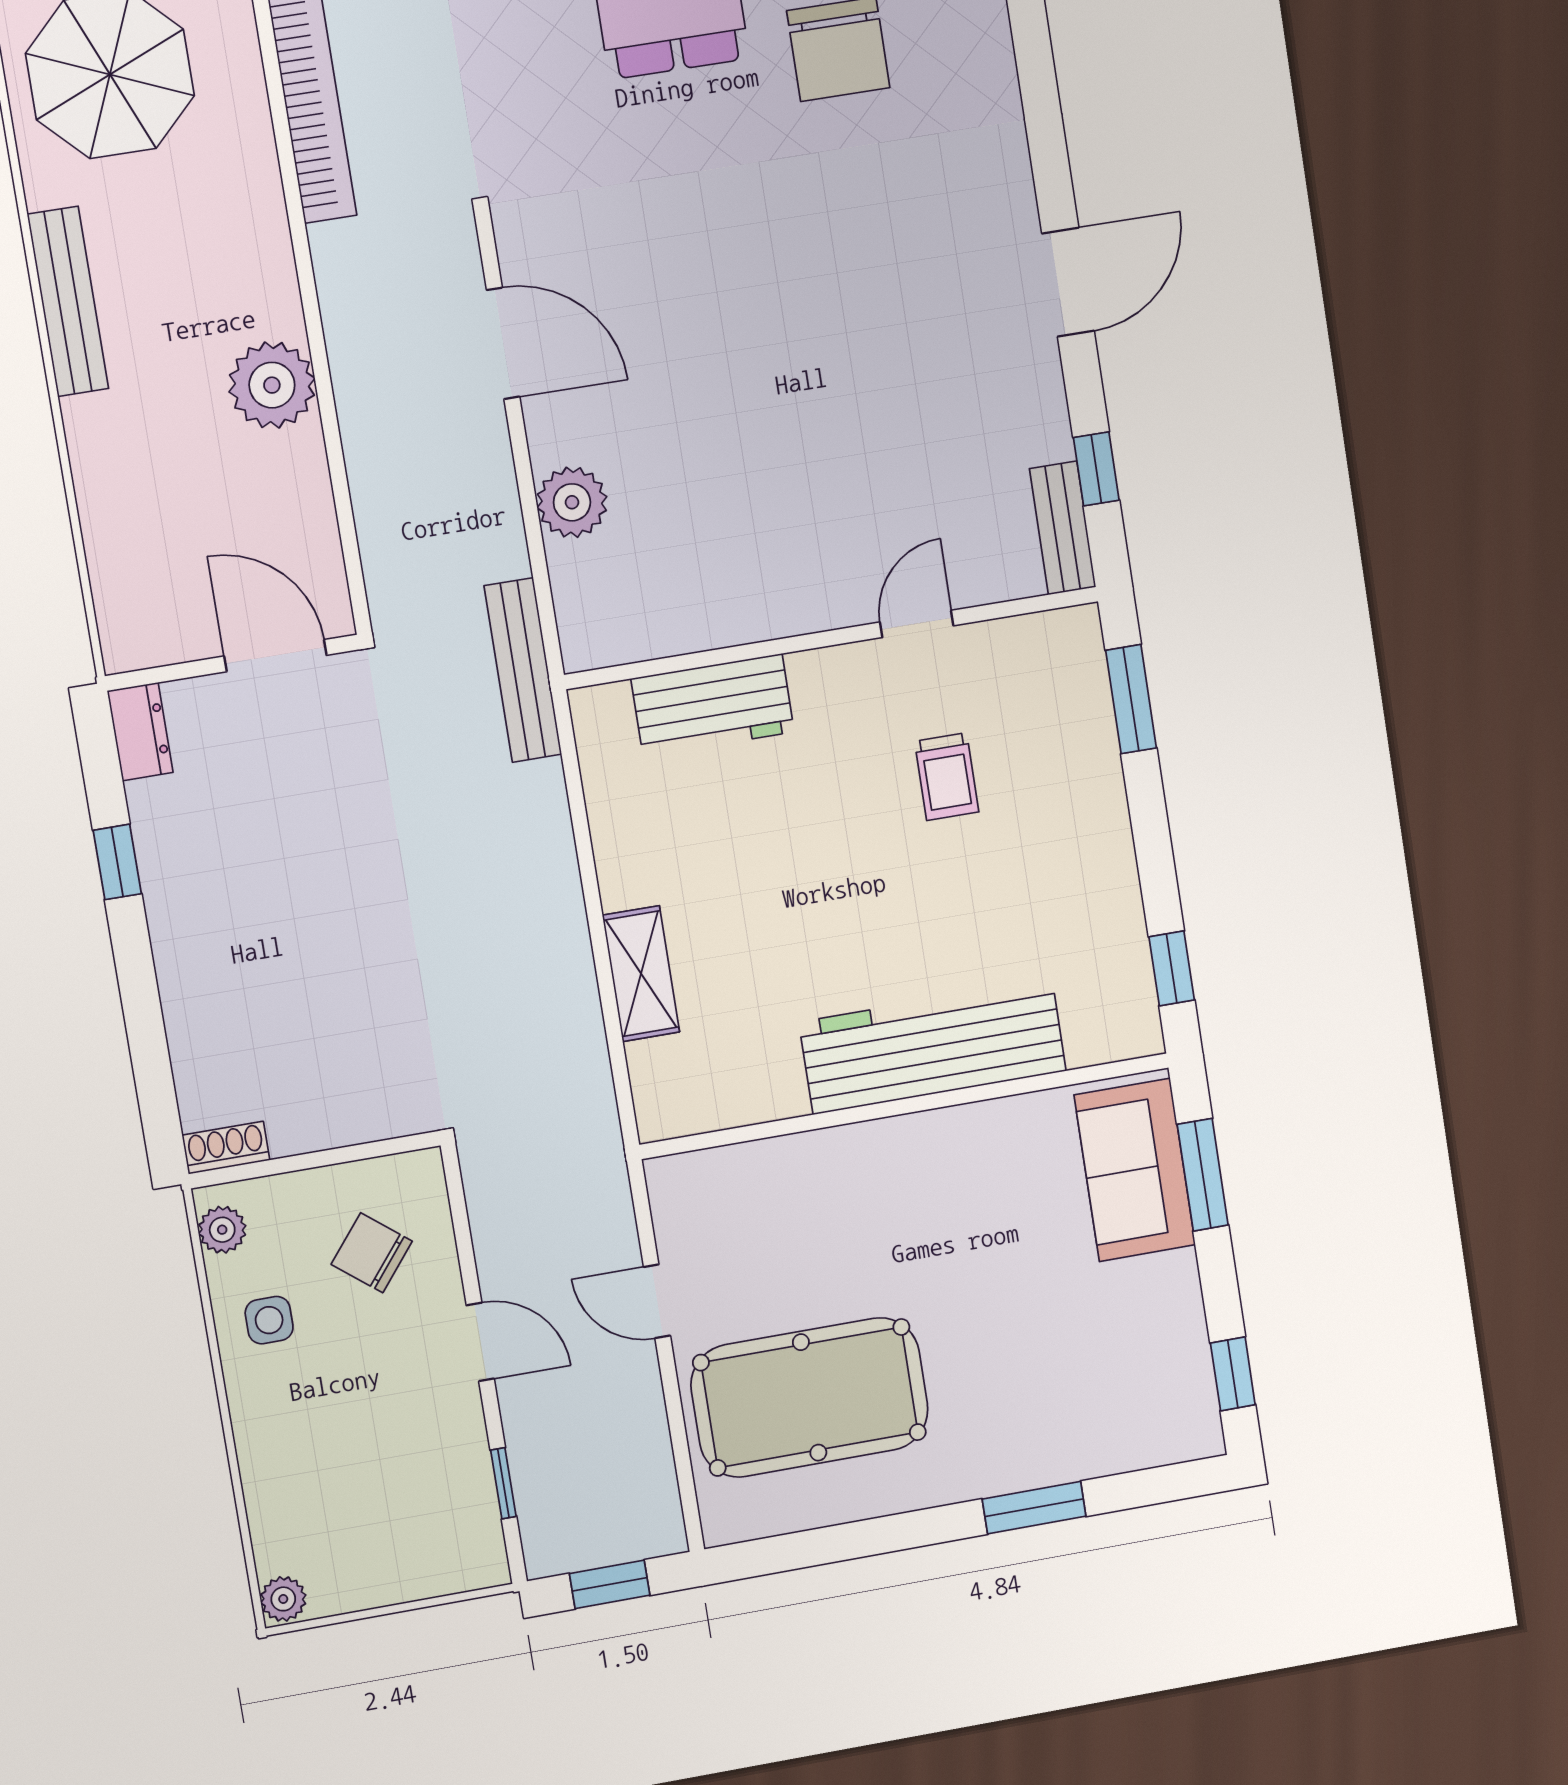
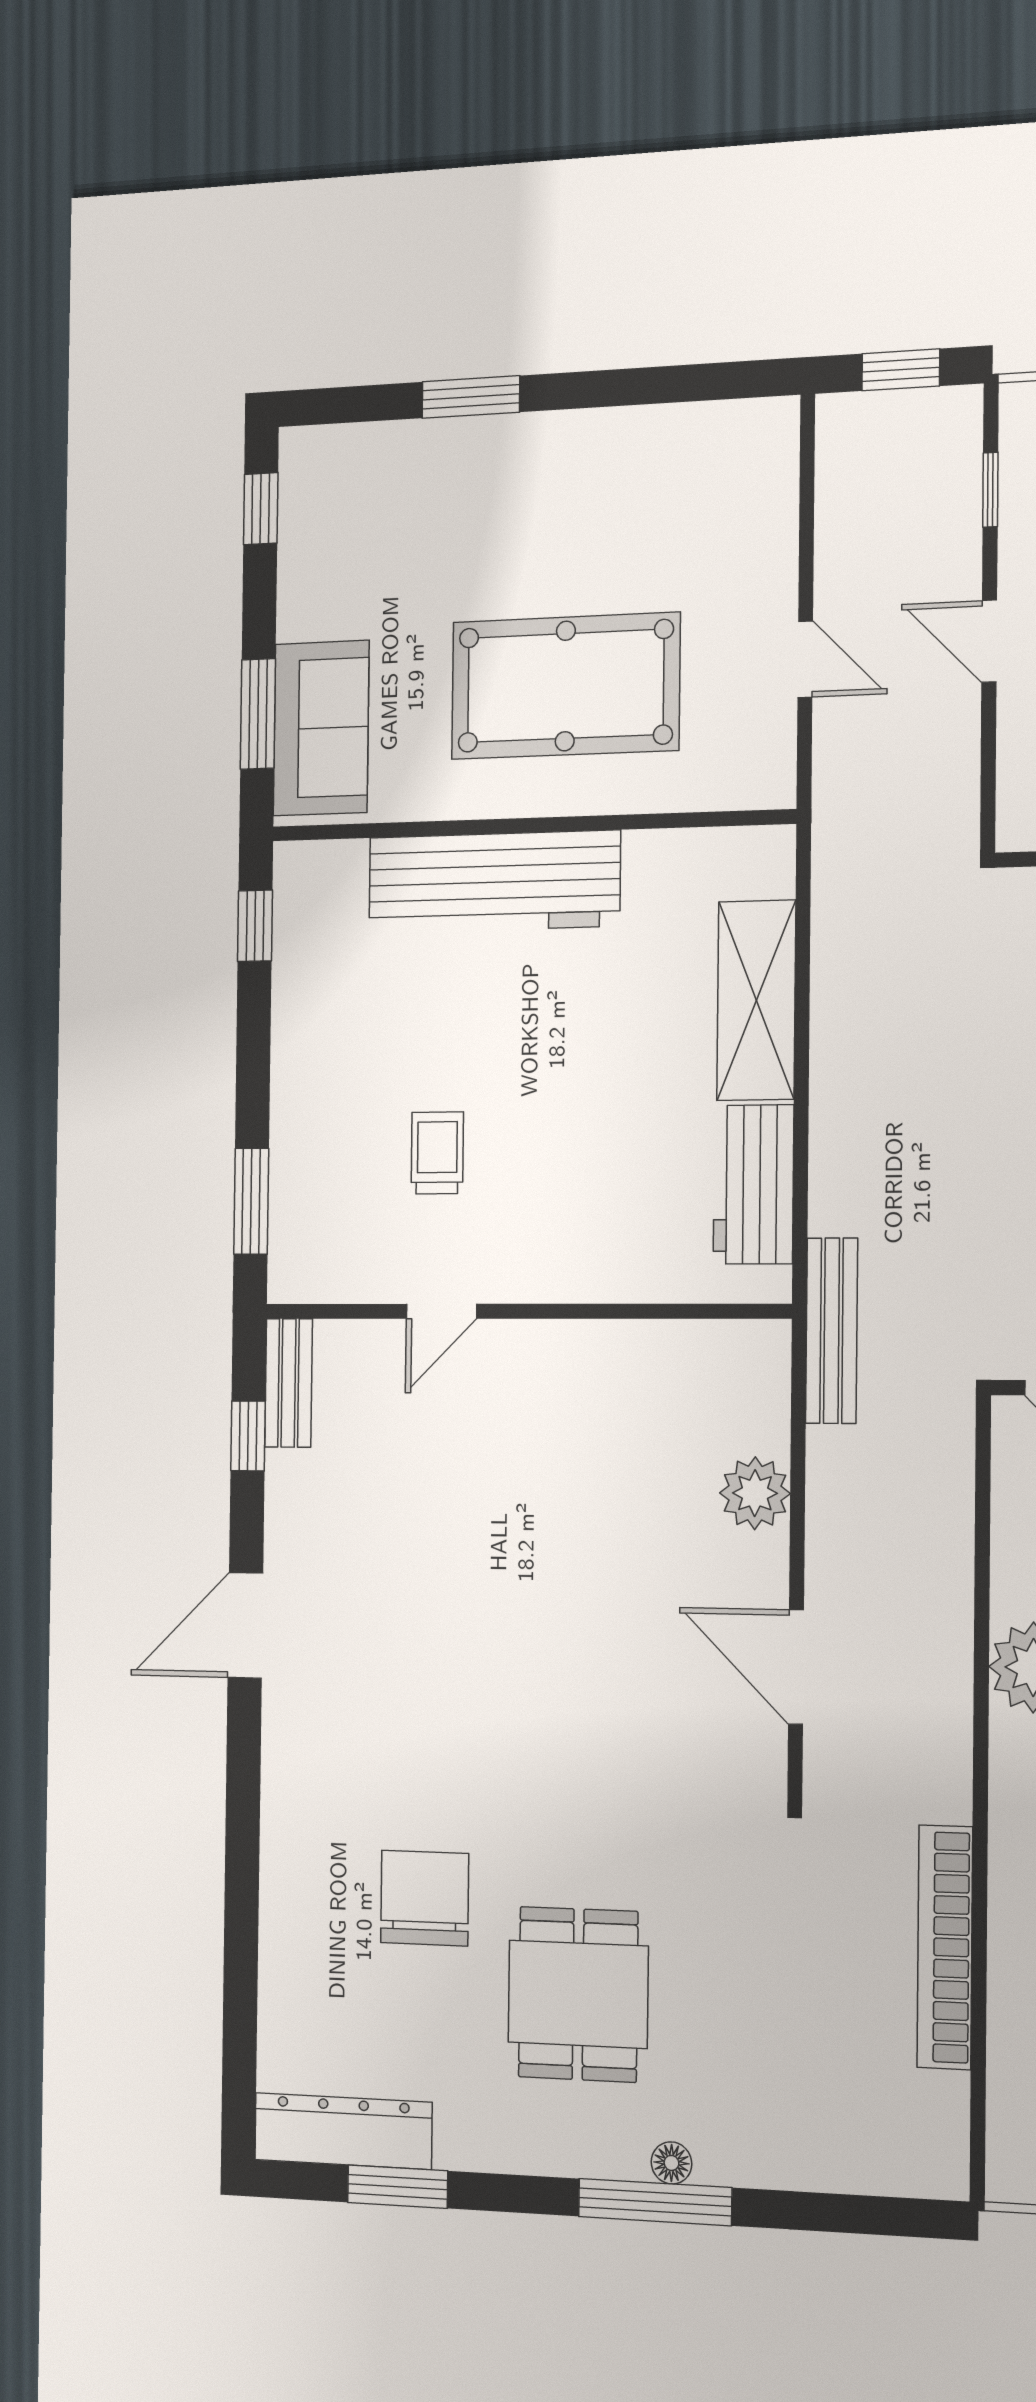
workbench: (713, 705) -> (753, 1184), moved, turned -90
shelving: (641, 974) -> (756, 1000), width x1.50, depth x1.33
pool table: (810, 1397) -> (565, 686), moved

